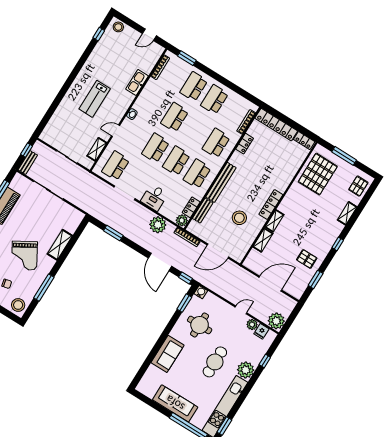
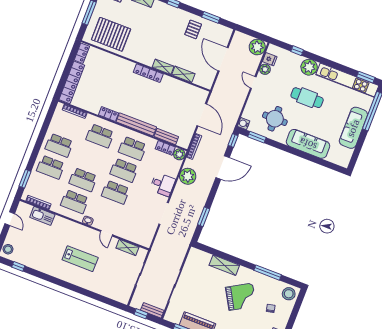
kitchen sink: (137, 82) -> (42, 216), moved
locker: (245, 144) -> (108, 114), moved
school desk: (116, 166) -> (75, 202), moved
stool: (239, 218) -> (166, 100), removed
sofa: (168, 354) -> (308, 144), width x1.36

